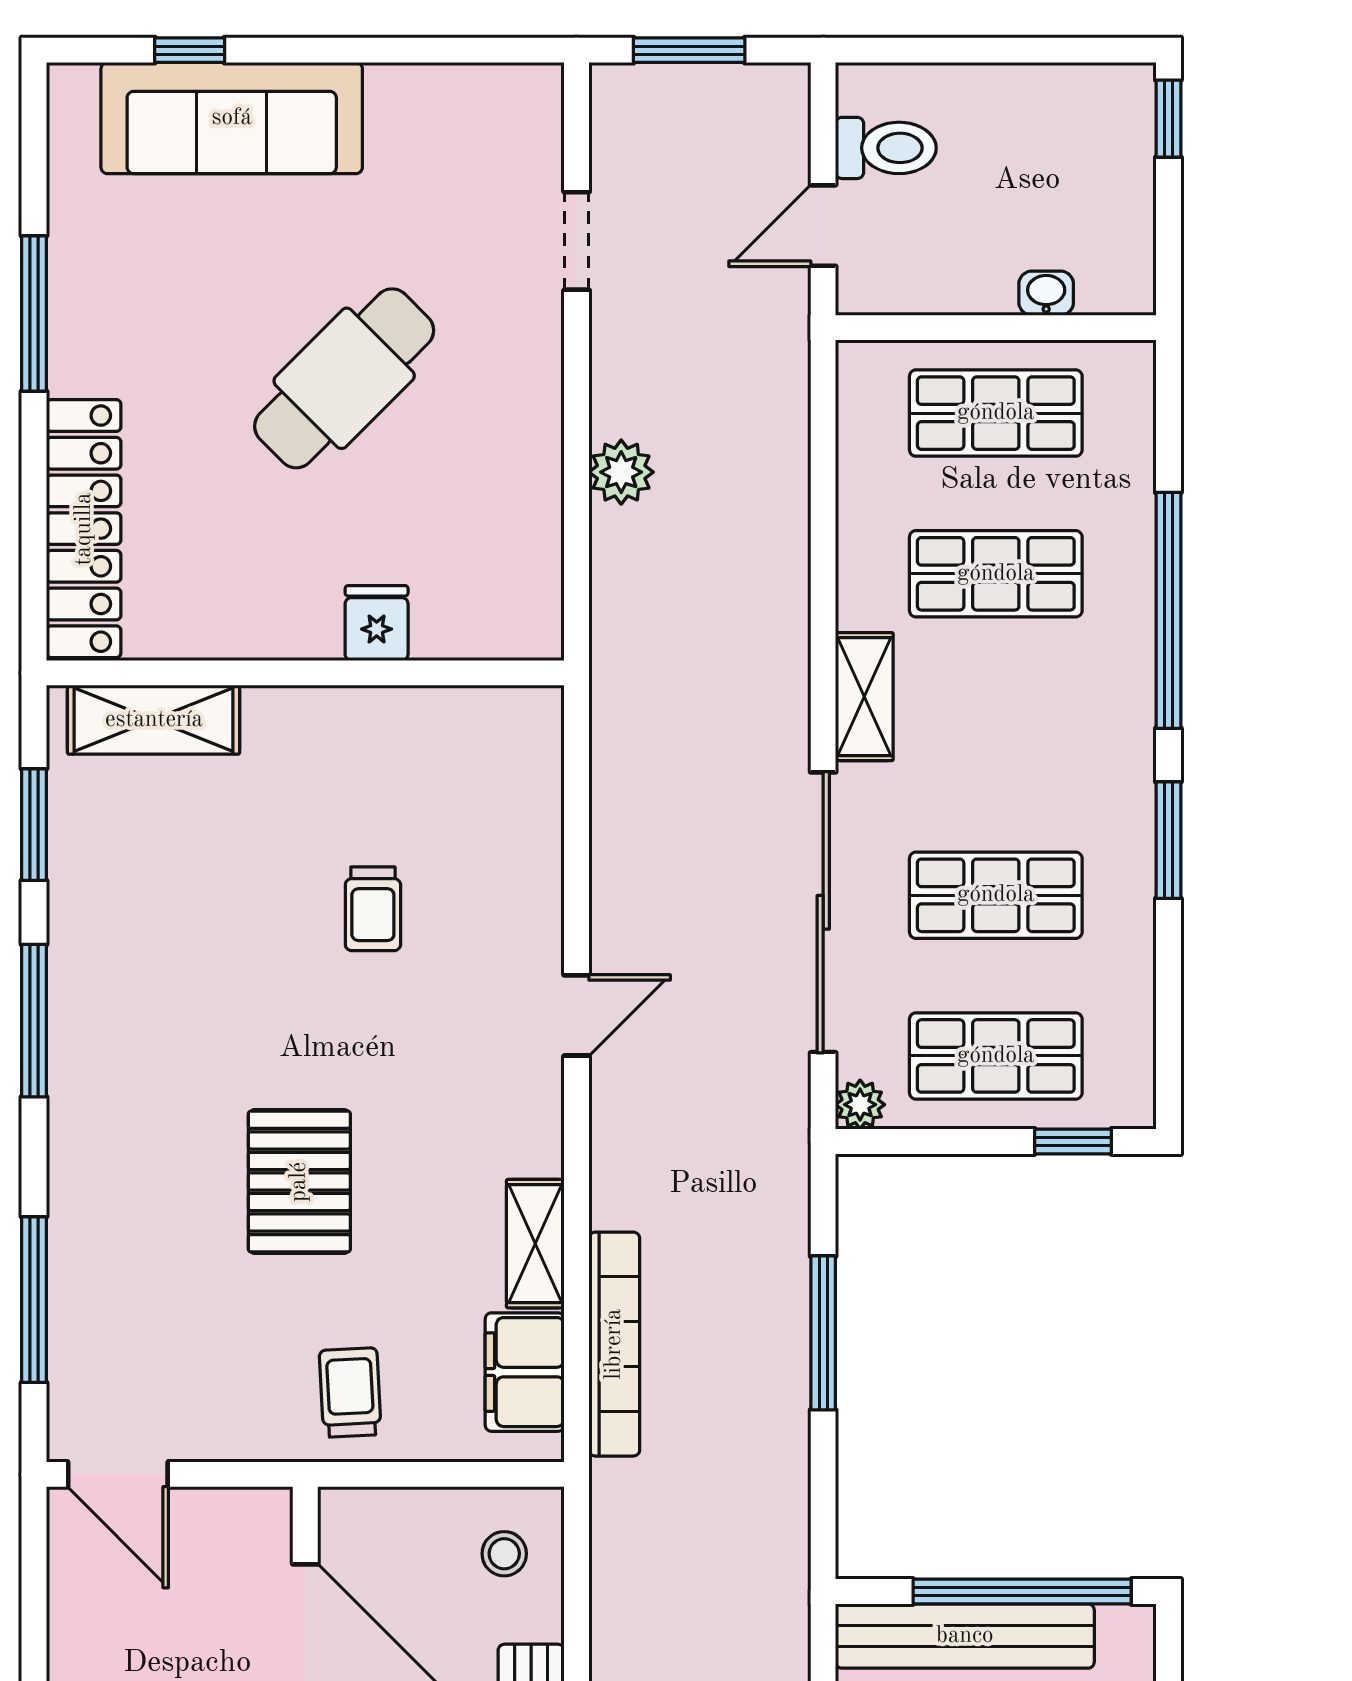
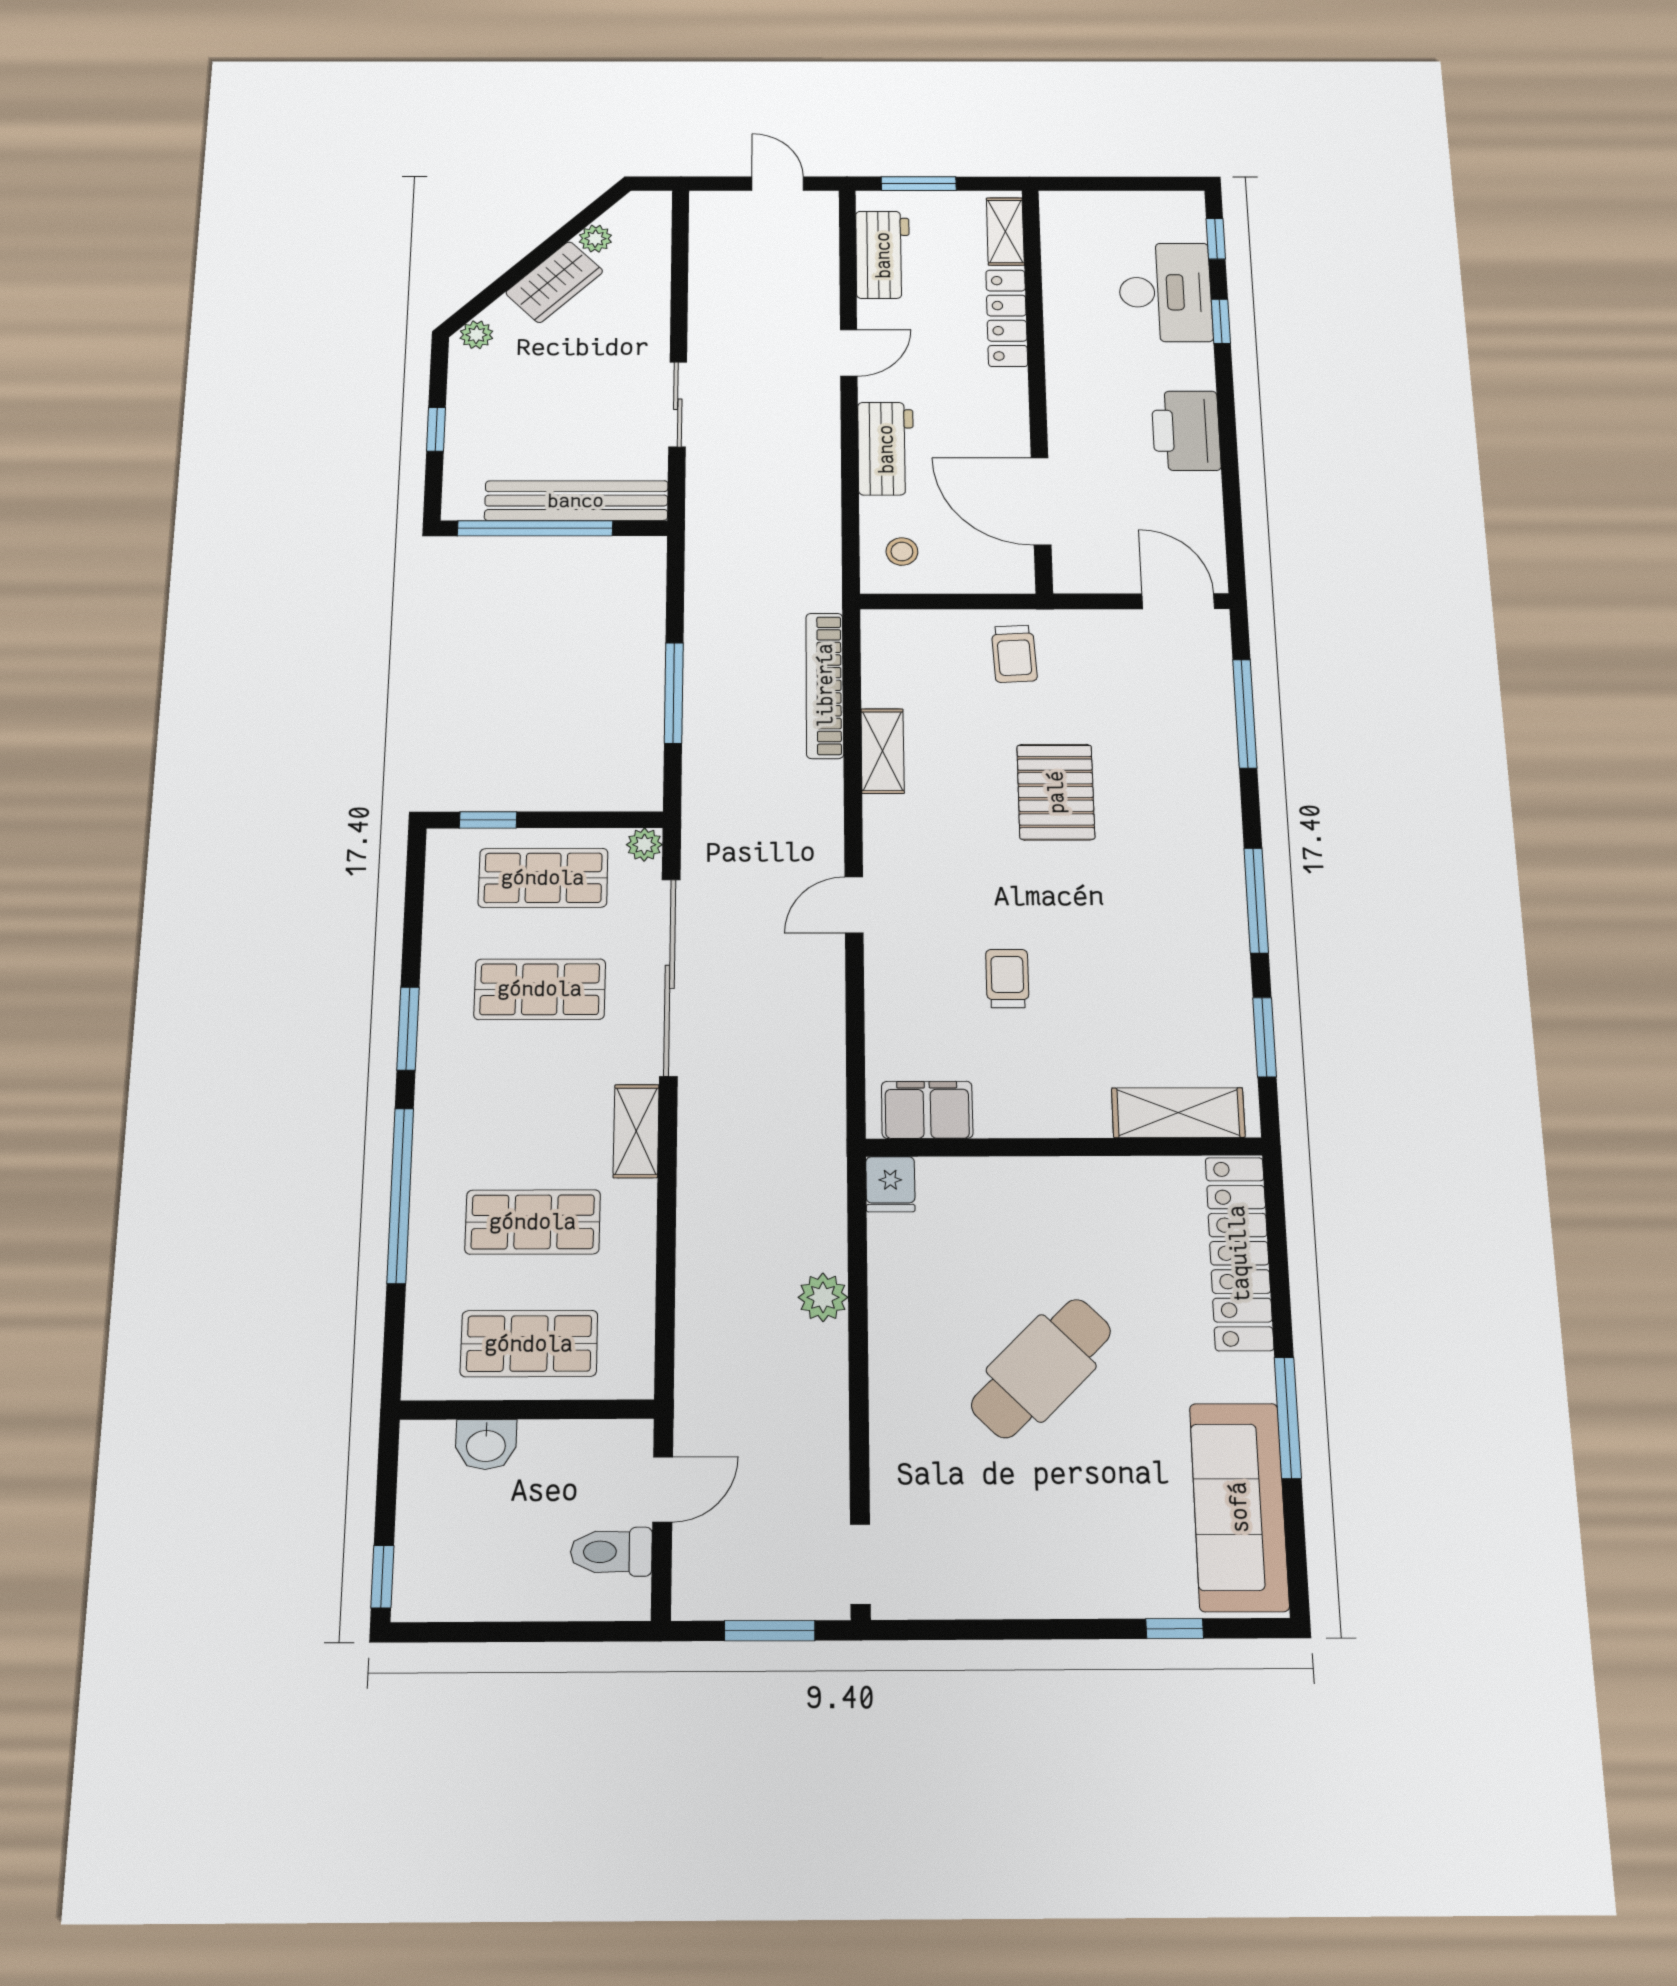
sofa: (232, 118) -> (1239, 1507), moved, turned -90
doorway: (577, 241) -> (860, 1564), moved
washbasin: (1046, 293) -> (486, 1445), width x1.38, depth x1.45
fridge: (377, 623) -> (890, 1184), moved
filing cabinet: (525, 1372) -> (927, 1110), moved, turned -90

